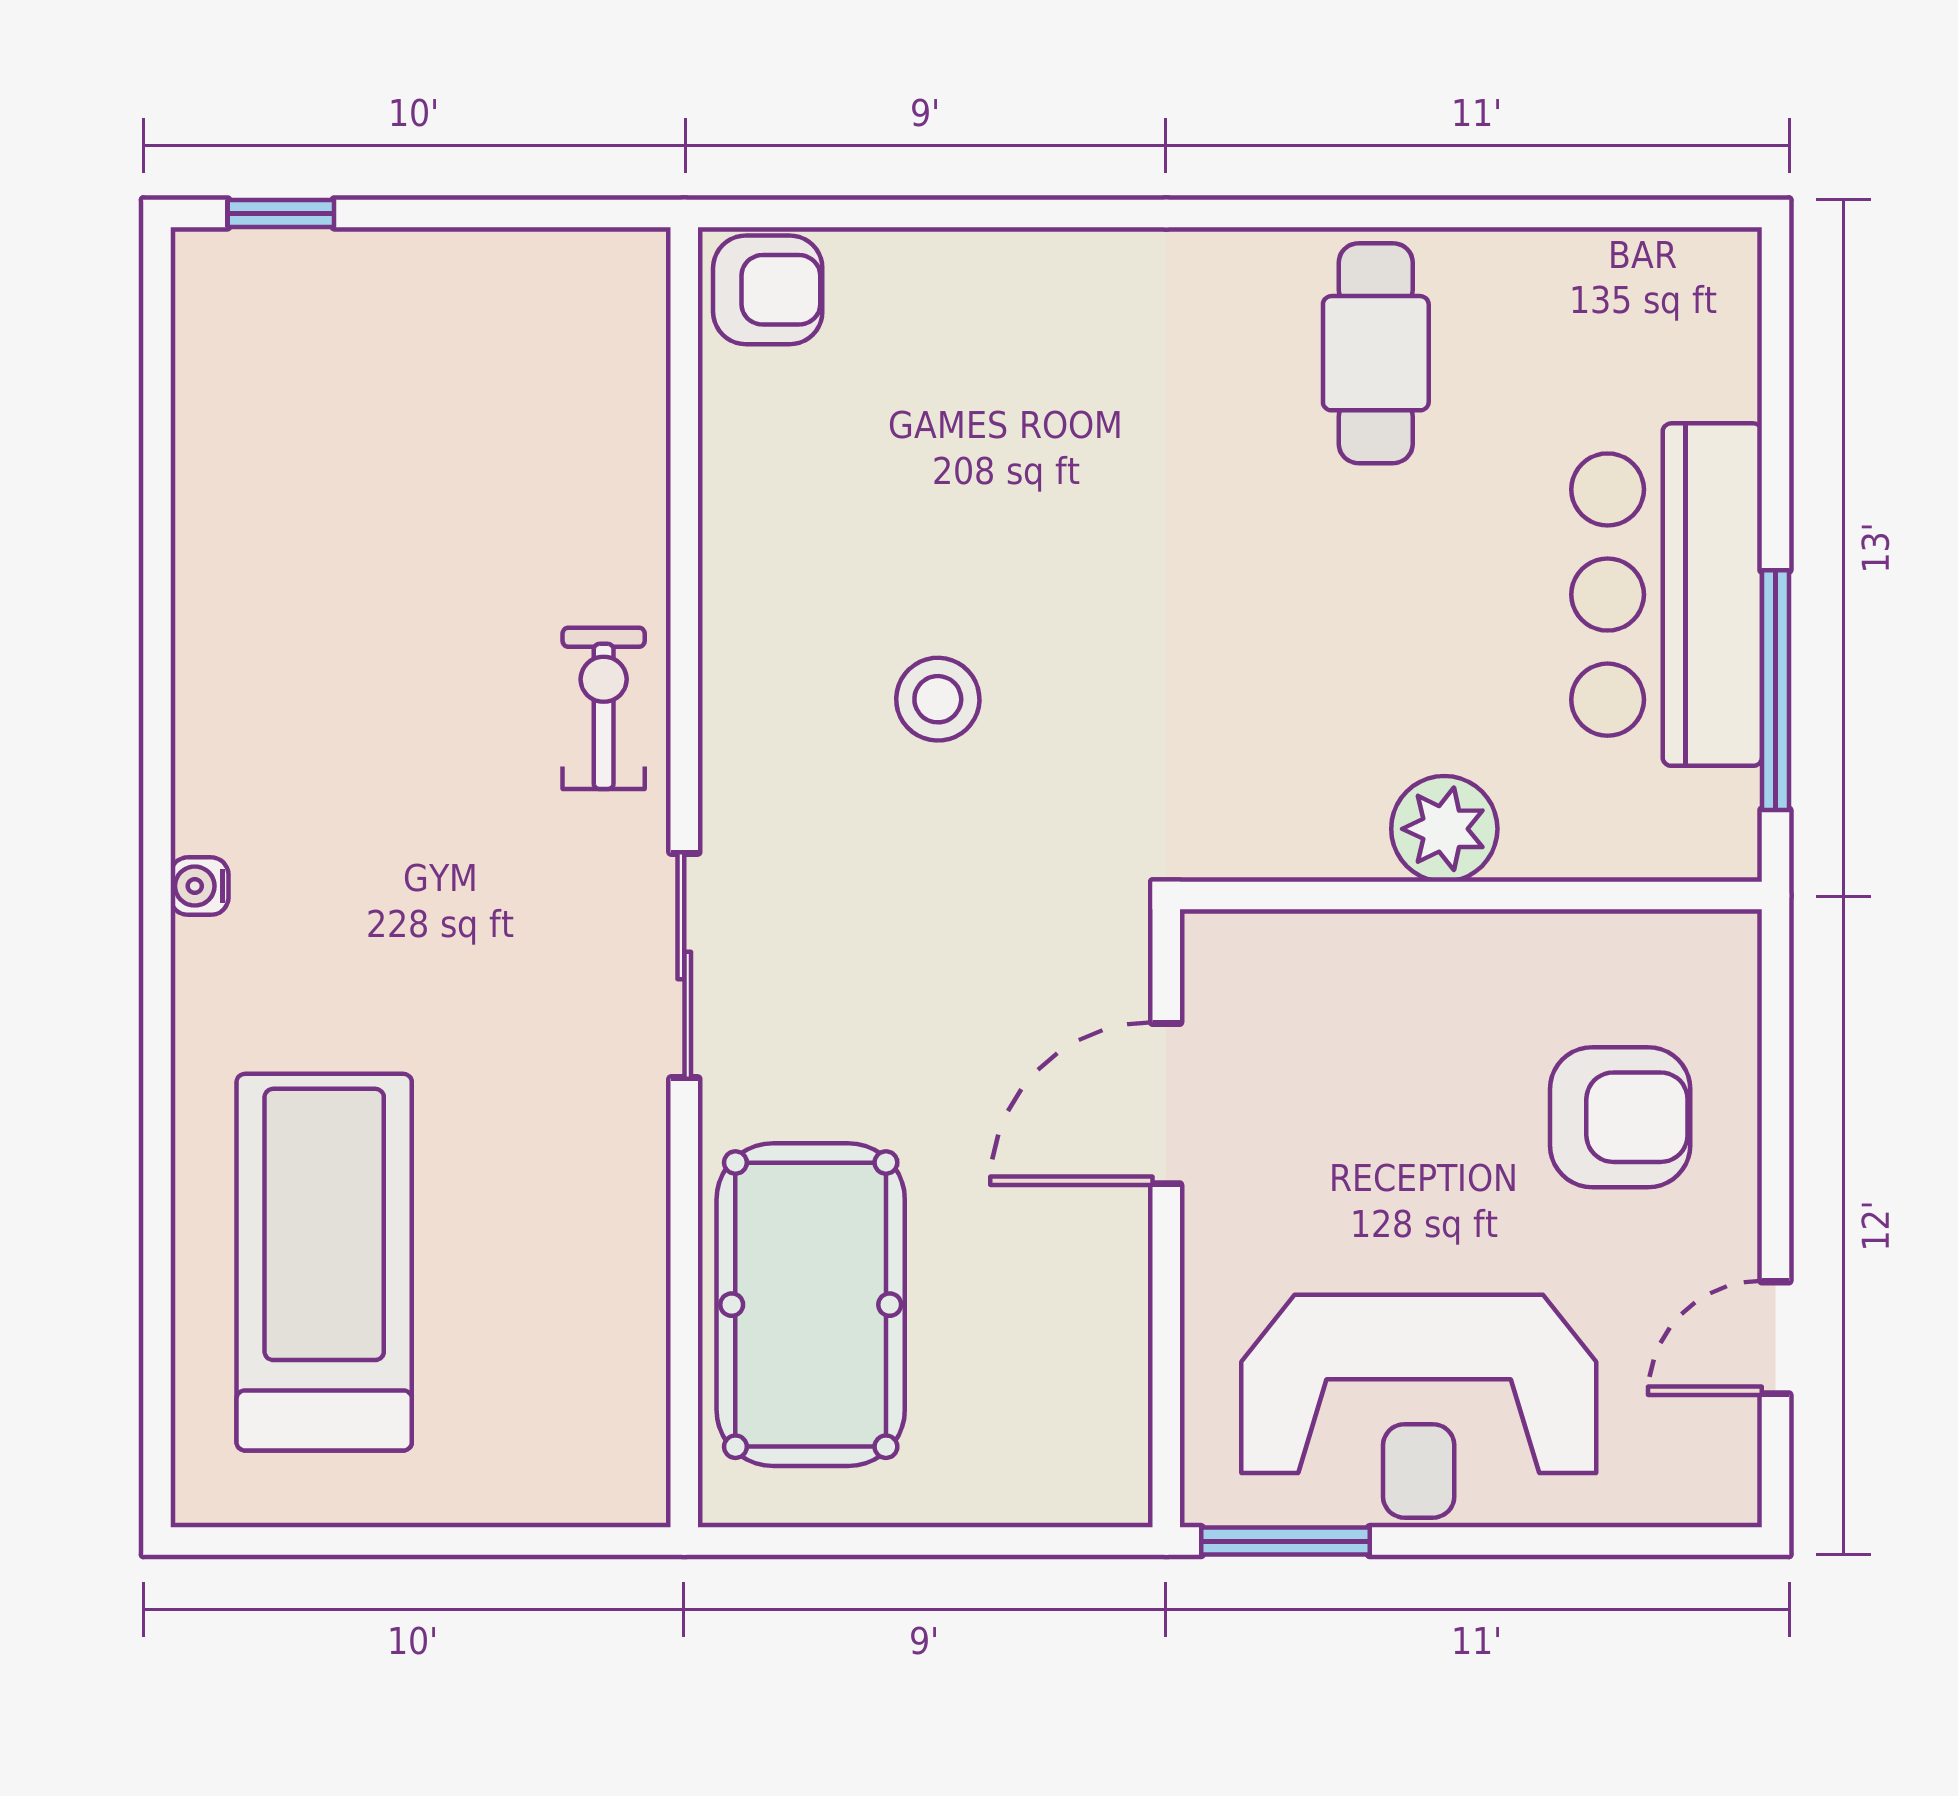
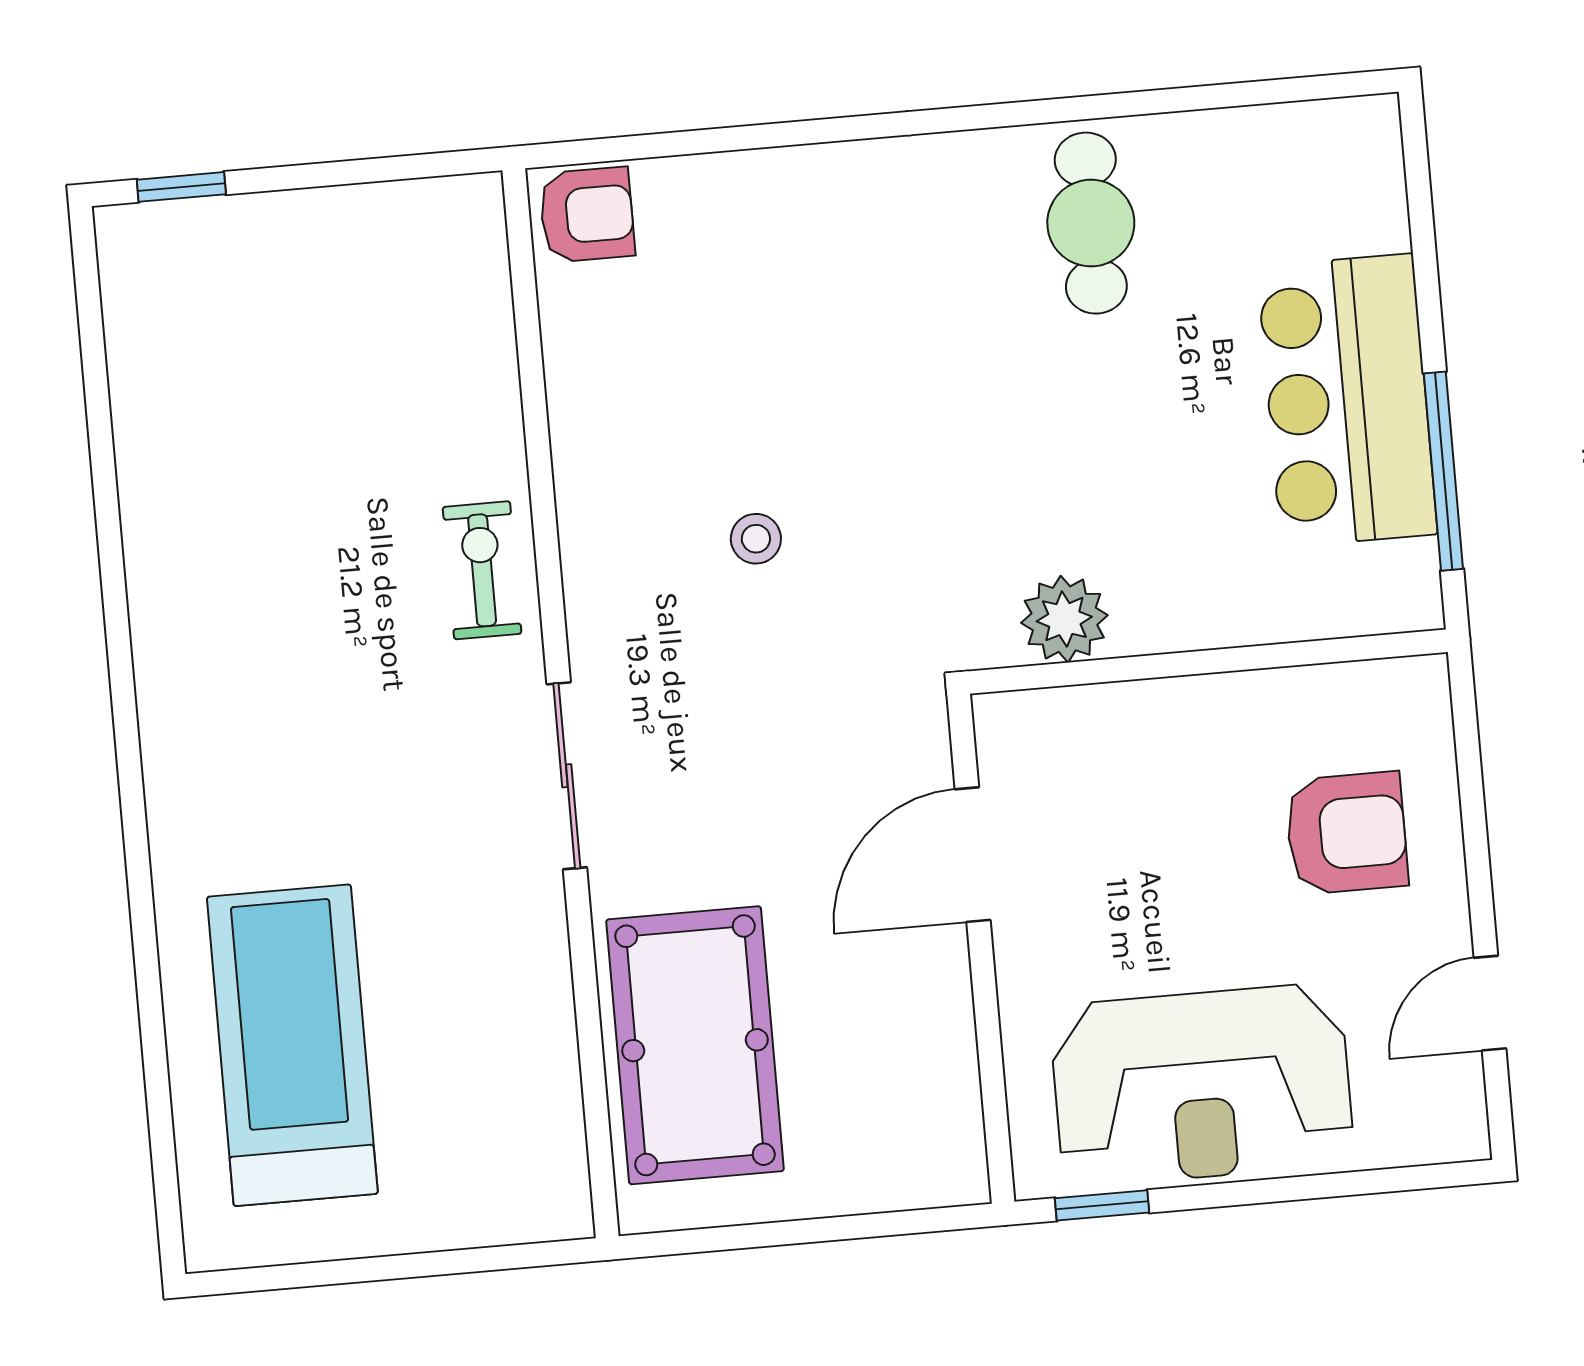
stool: (938, 699) -> (756, 539), width x0.73, depth x0.73
plant: (1444, 829) -> (1064, 619), moved
water cooler: (199, 886) -> (163, 745), removed
window: (1285, 1541) -> (1102, 1205), width x0.67

